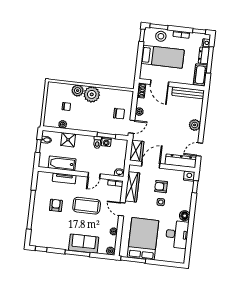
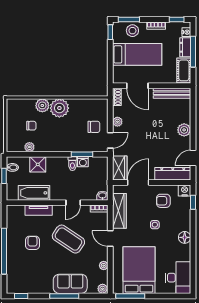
armchair: (161, 187) -> (163, 201), moved
coffee table: (87, 206) -> (68, 239), turned 34
desk: (177, 234) -> (178, 278), moved

